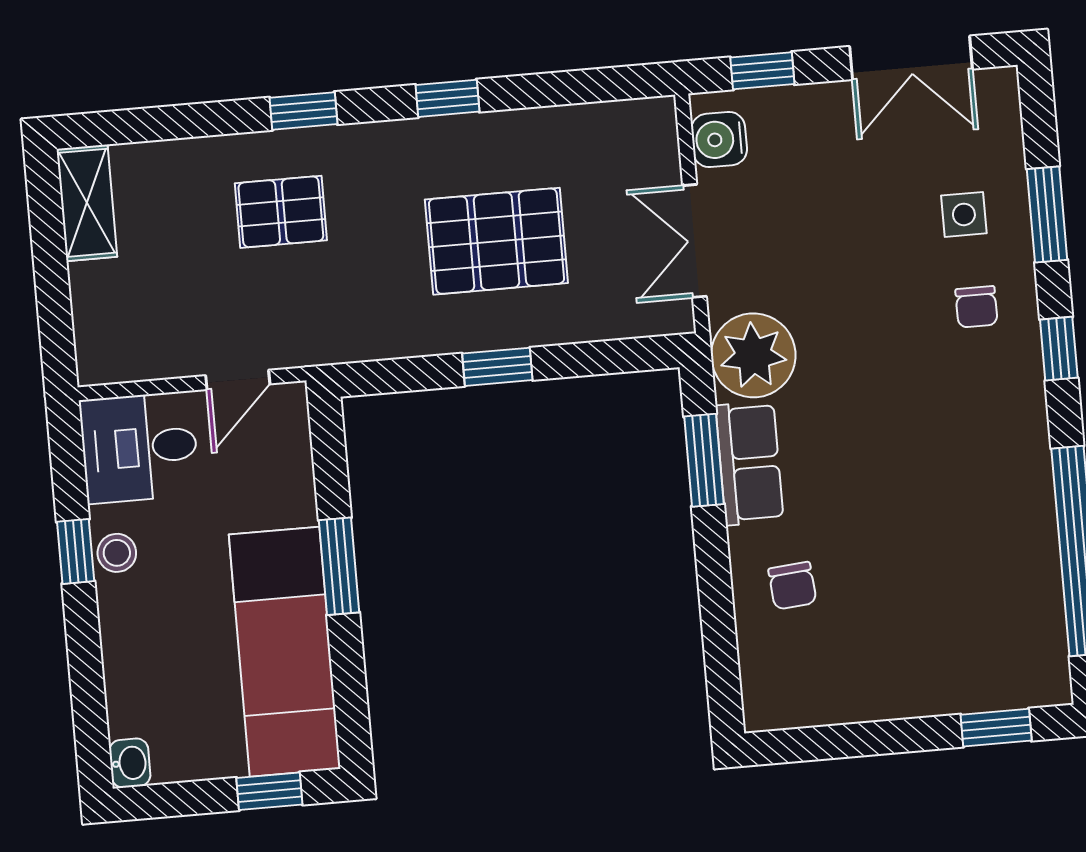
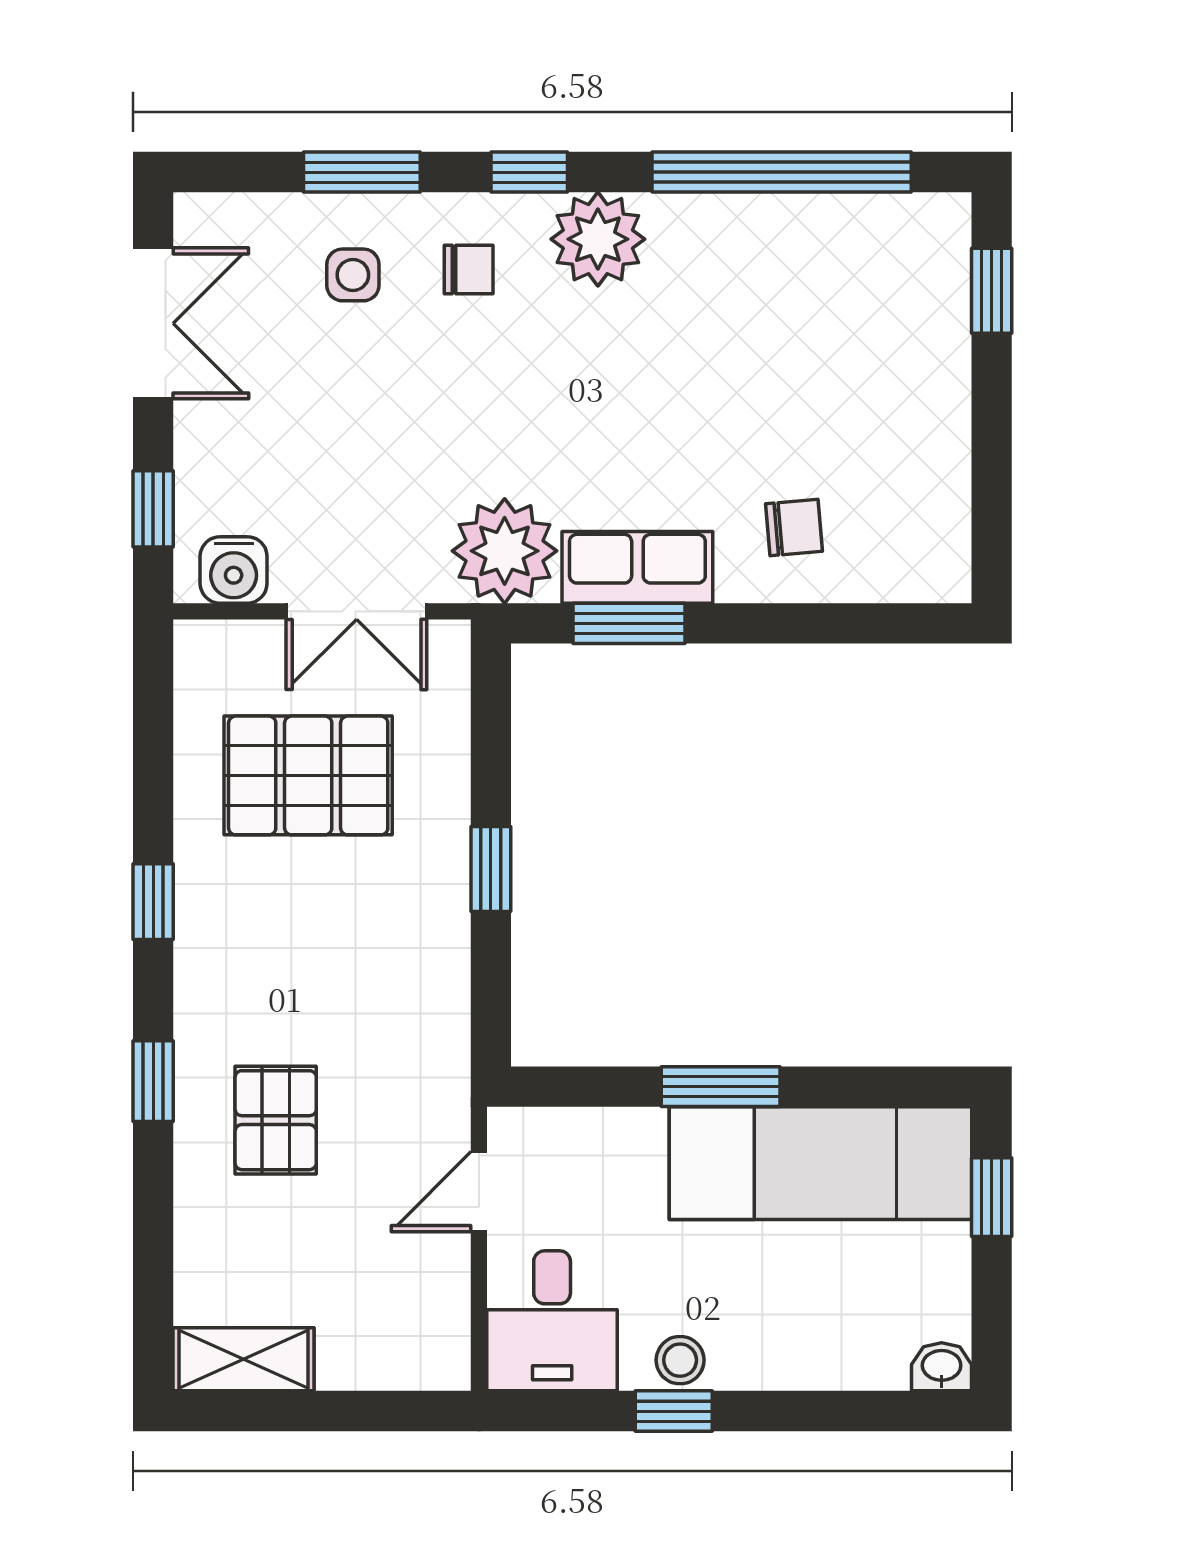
pallet: (496, 241) -> (308, 775), moved, turned 90
door: (238, 380) -> (479, 1192), swing flipped
plant: (1010, 408) -> (598, 239), added

